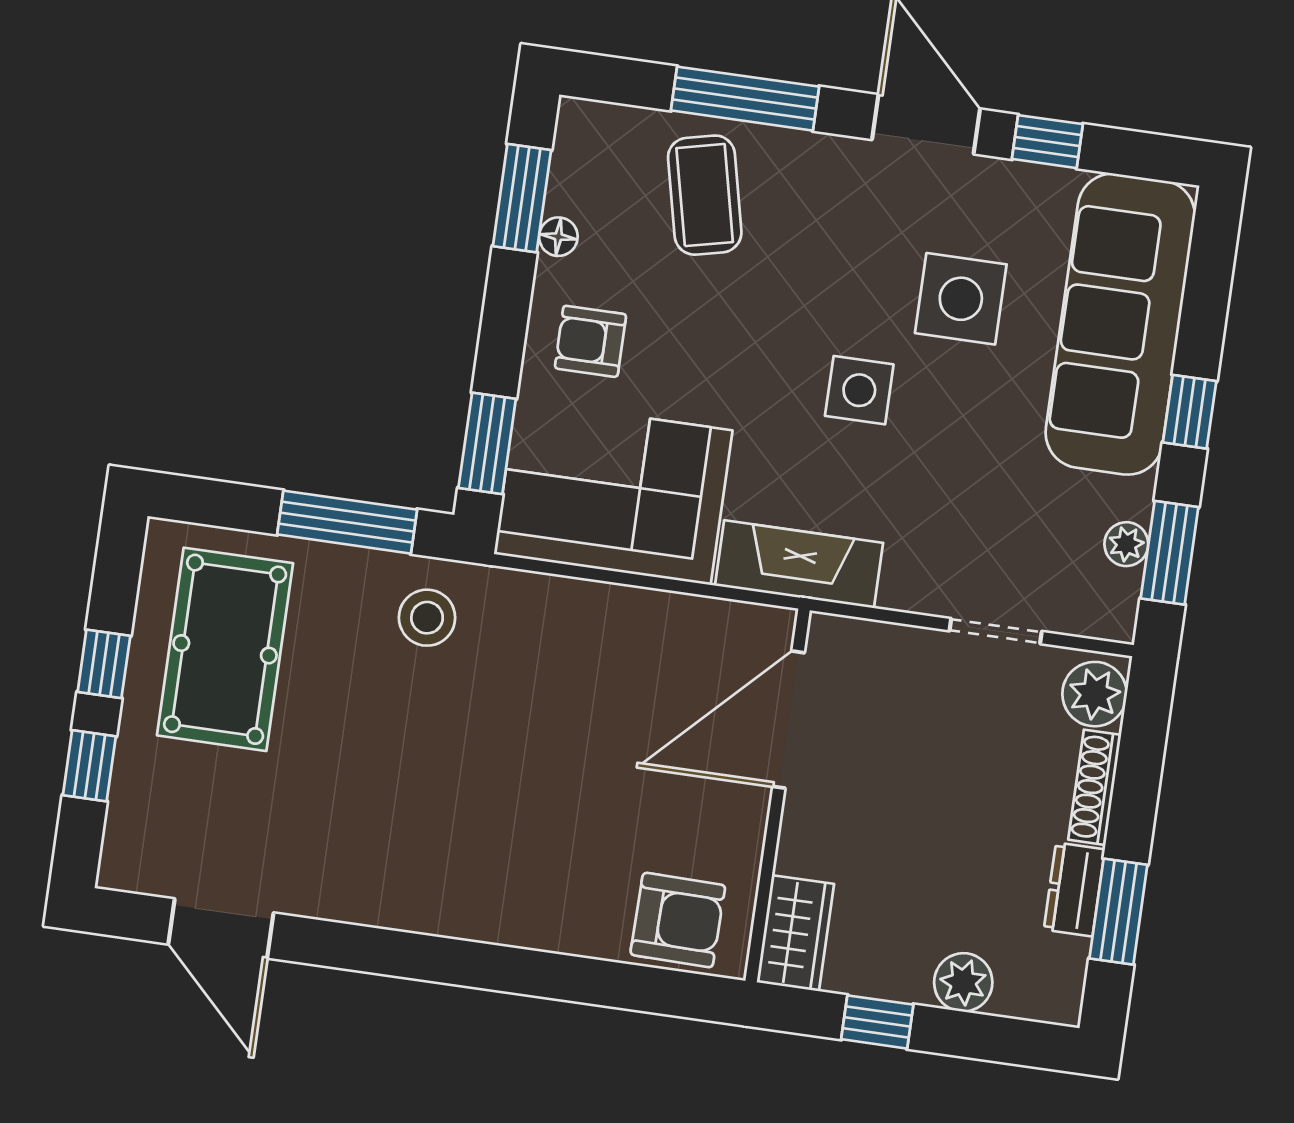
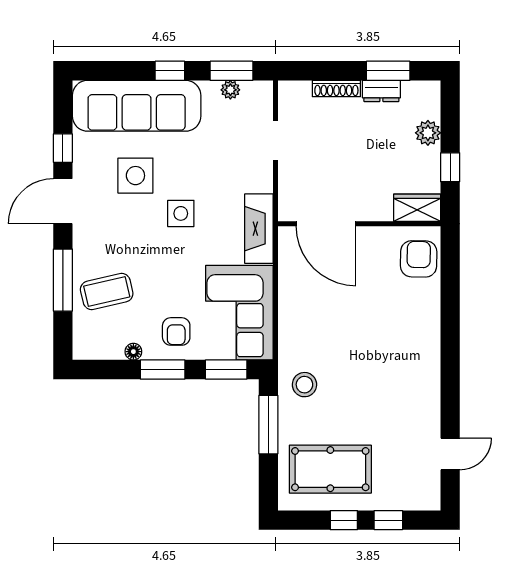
window: (522, 198) -> (163, 369), moved
plant: (1095, 694) -> (296, 94), removed
door: (221, 928) -> (450, 454), width x0.73

